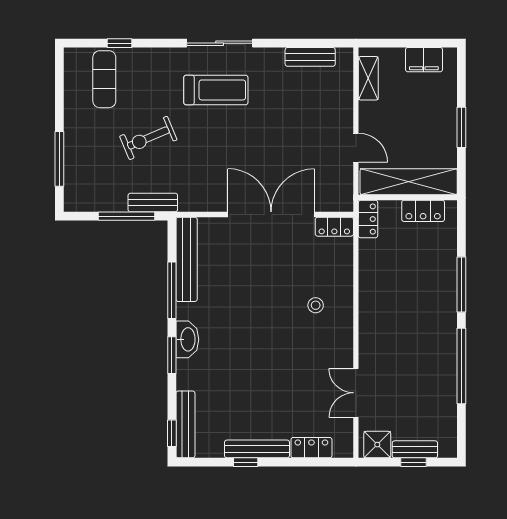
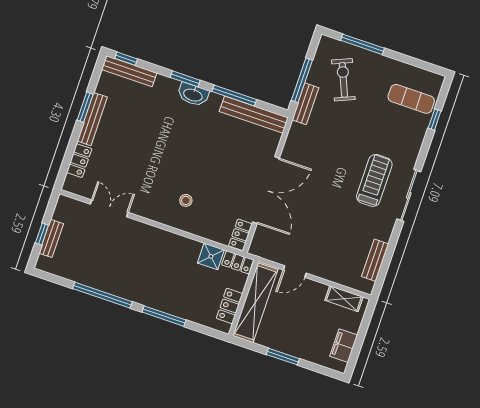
treadmill: (216, 90) -> (374, 180), turned 180
exercise bike: (148, 138) -> (343, 80), moved
shower: (377, 445) -> (211, 256), moved
window: (246, 462) -> (85, 107), width x1.50

